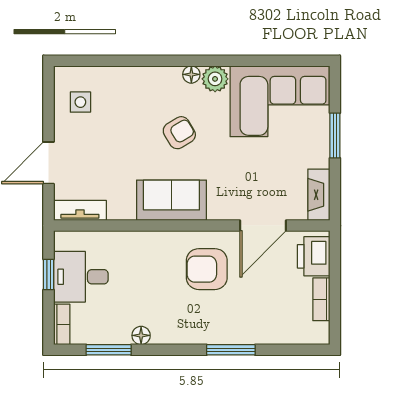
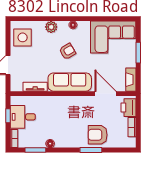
plant: (215, 79) -> (51, 27), moved
side table: (80, 102) -> (23, 37), width x1.87, depth x1.87
sofa: (171, 200) -> (70, 82), width x1.36
tv unit: (80, 210) -> (35, 87), moved
door: (263, 226) -> (106, 94), swing flipped
armchair: (207, 269) -> (98, 135), moved

